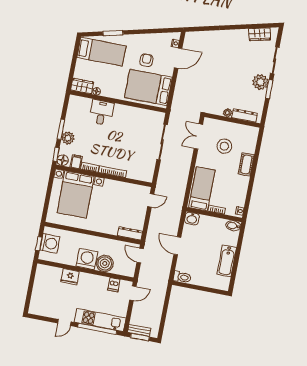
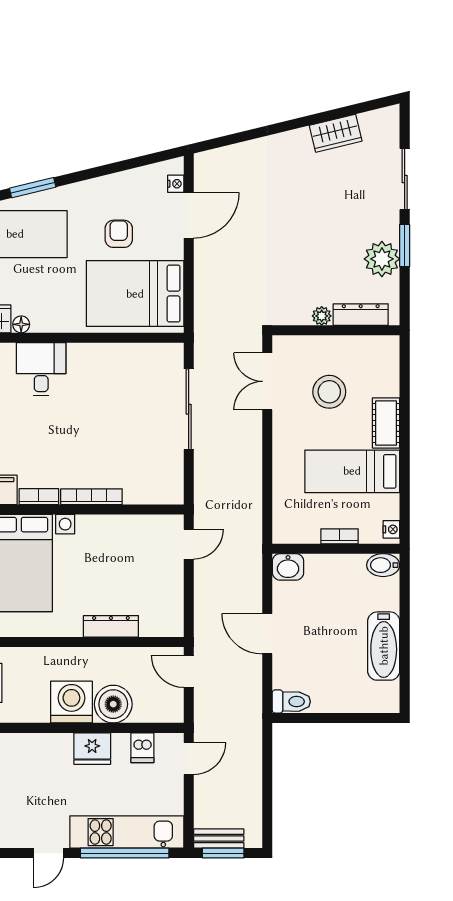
wardrobe: (260, 34) -> (336, 133), moved
plant: (260, 82) -> (382, 259), moved
bed: (202, 189) -> (352, 471), moved, turned -90
dresser: (130, 233) -> (111, 626), moved
fridge: (70, 277) -> (92, 749), moved

